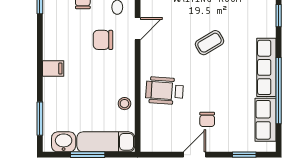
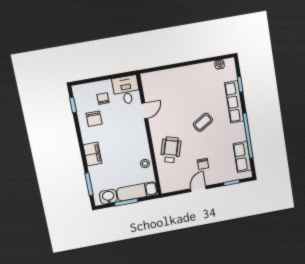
chair: (103, 40) -> (94, 119), moved, turned -90
coffee table: (209, 43) -> (203, 122), moved
row of seats: (266, 67) -> (234, 102), moved
filing cabinet: (53, 68) -> (92, 154), width x2.00
wheelchair: (165, 91) -> (171, 150), turned 103

